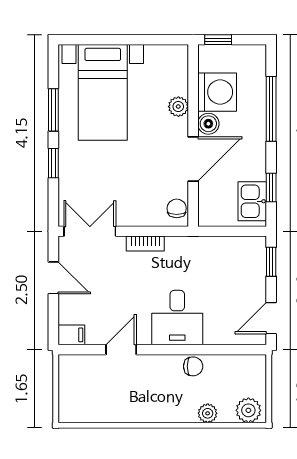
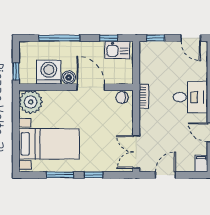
plant: (178, 107) -> (31, 102), moved, width x1.88, depth x1.88
bookcase: (145, 244) -> (144, 96), moved

